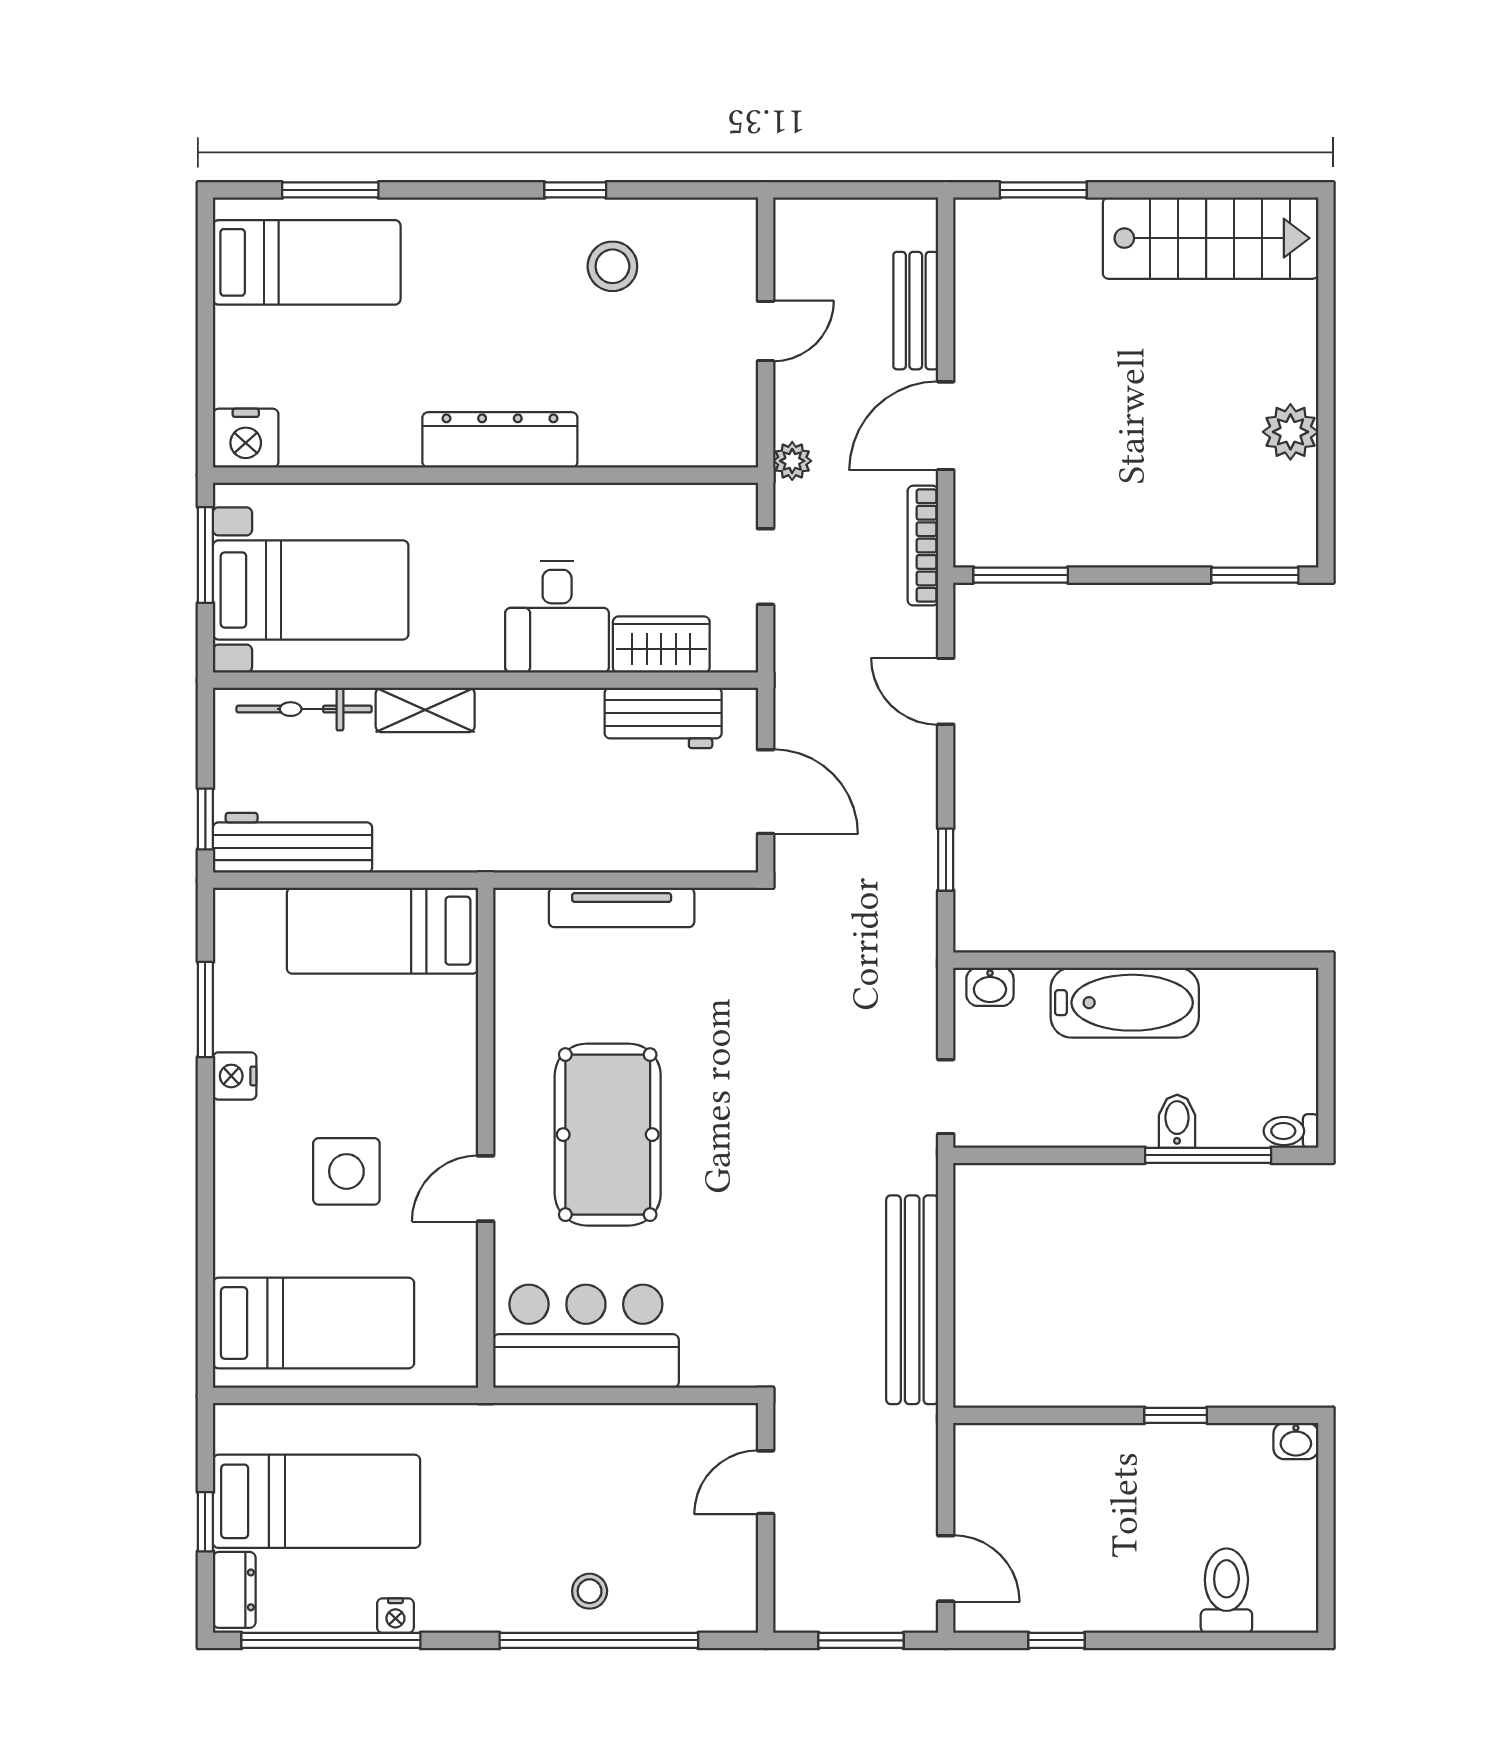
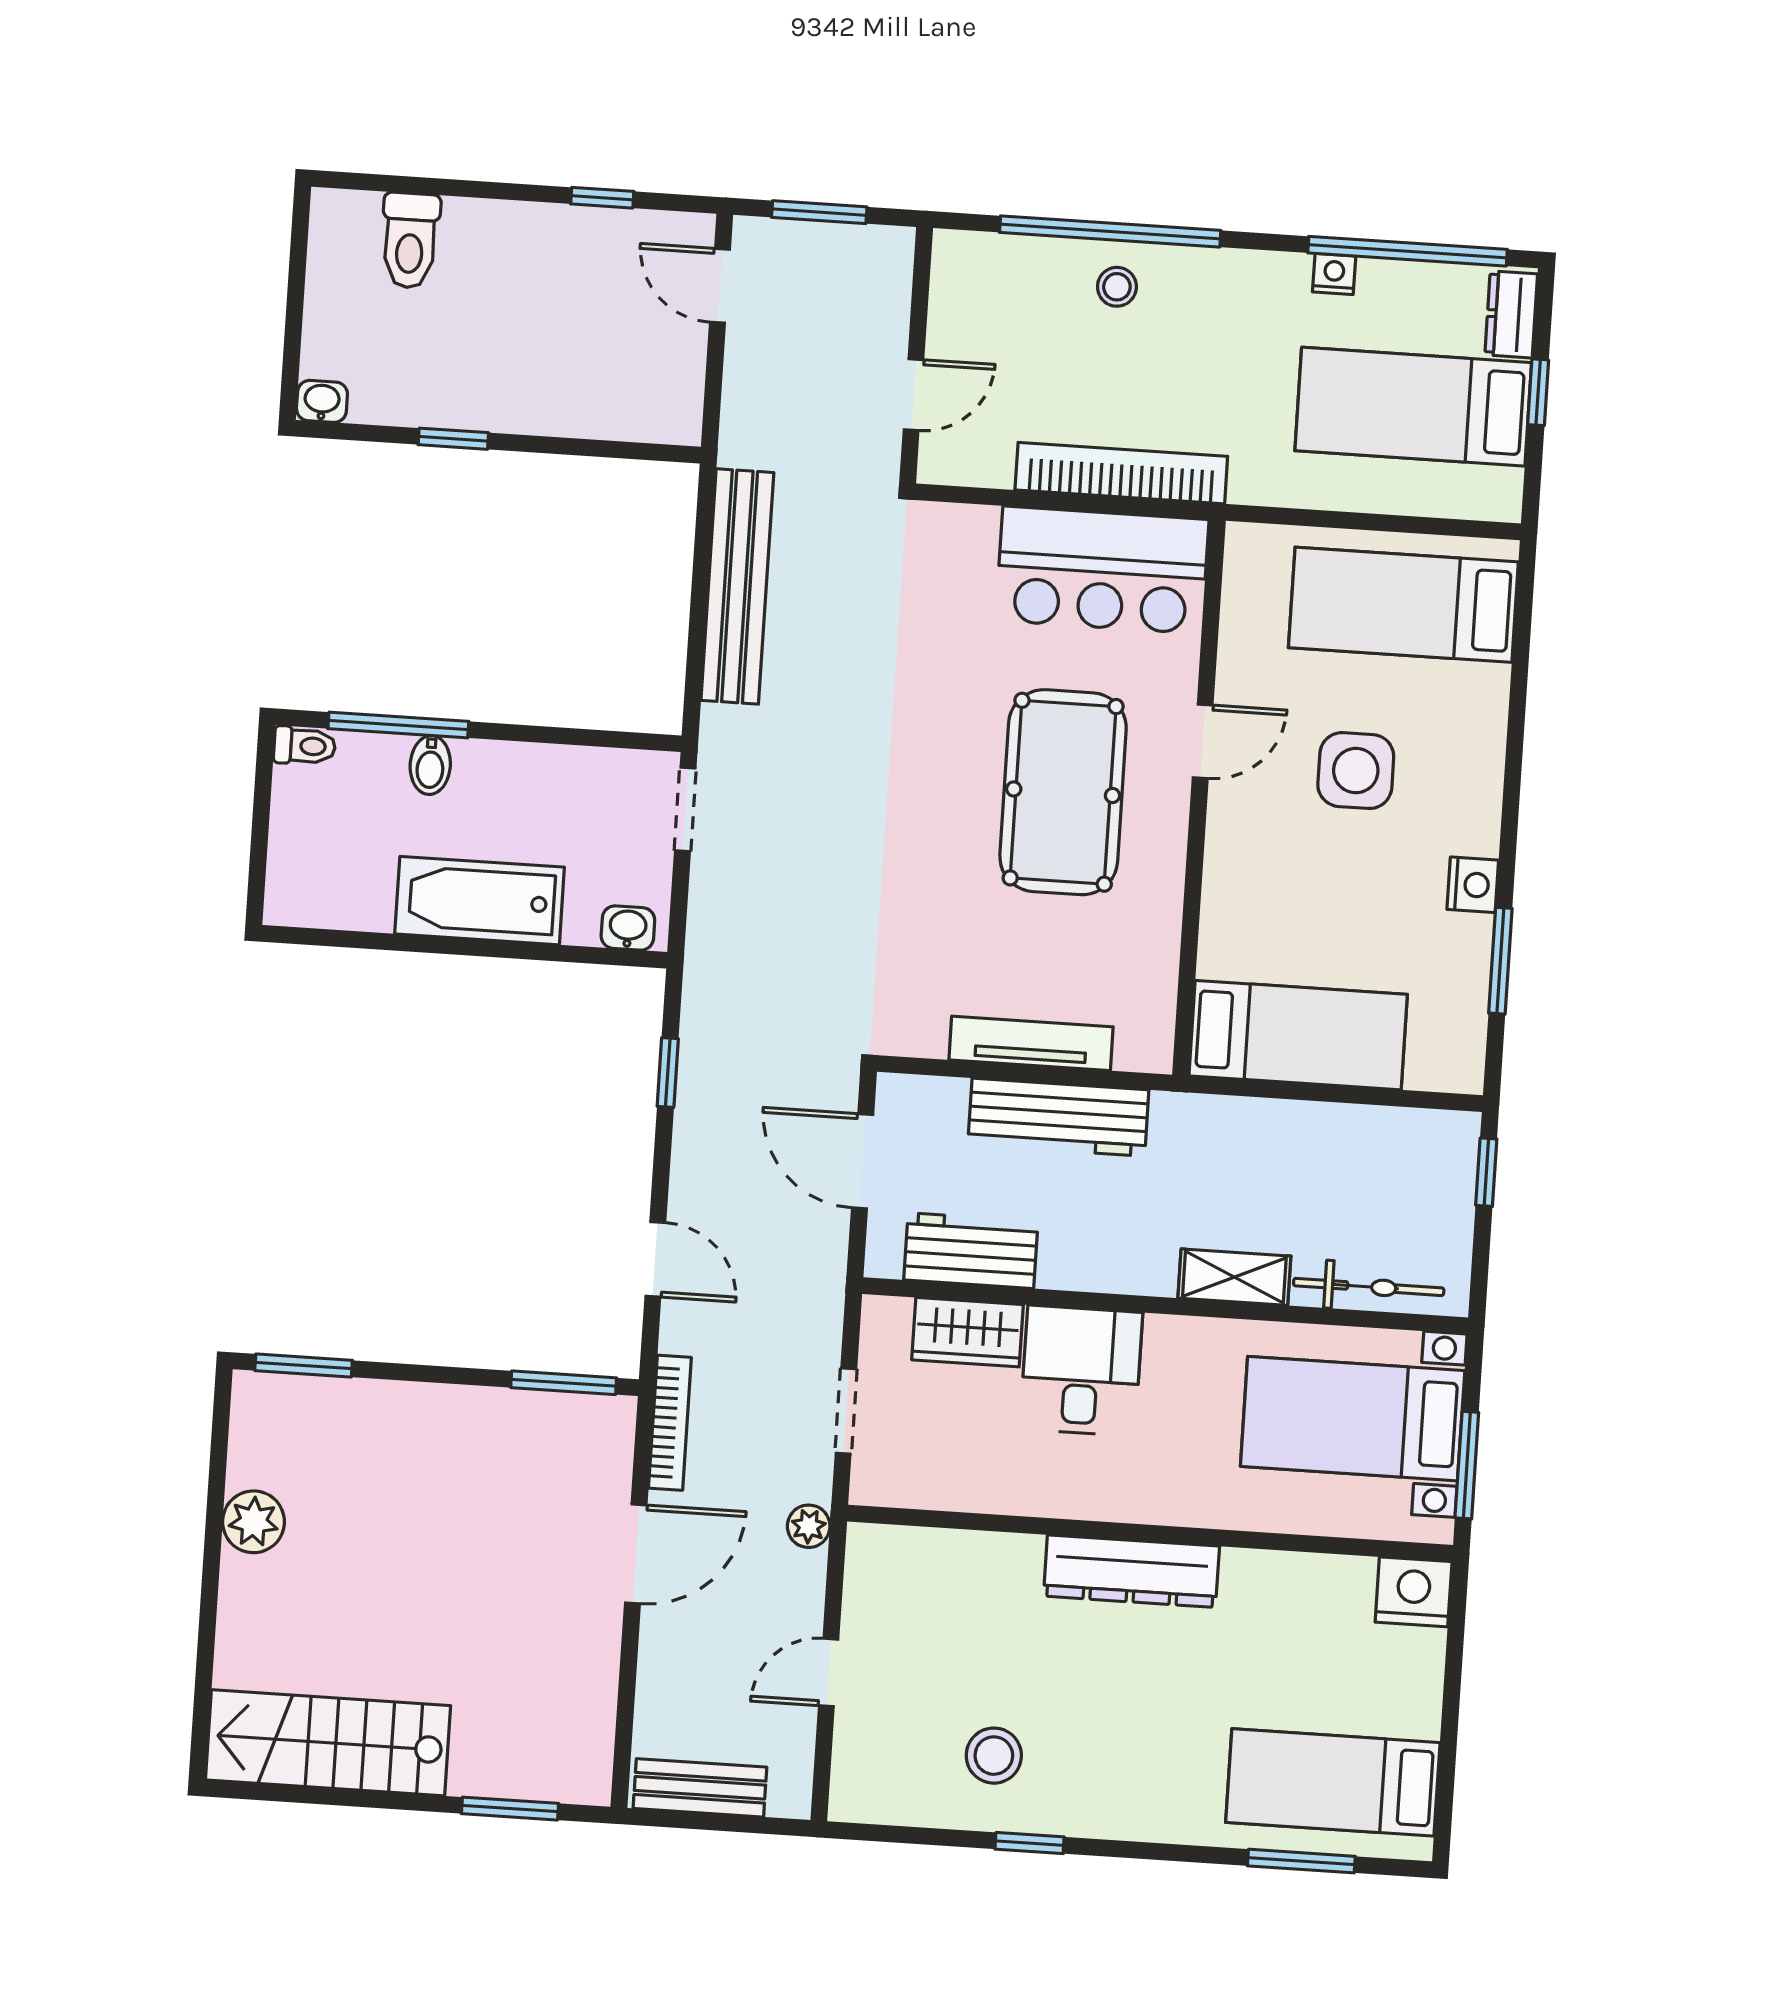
bench: (916, 311) -> (700, 1788), moved, turned 90
workbench: (293, 843) -> (1058, 1117), moved
bookcase: (574, 1424) -> (1121, 473), added

